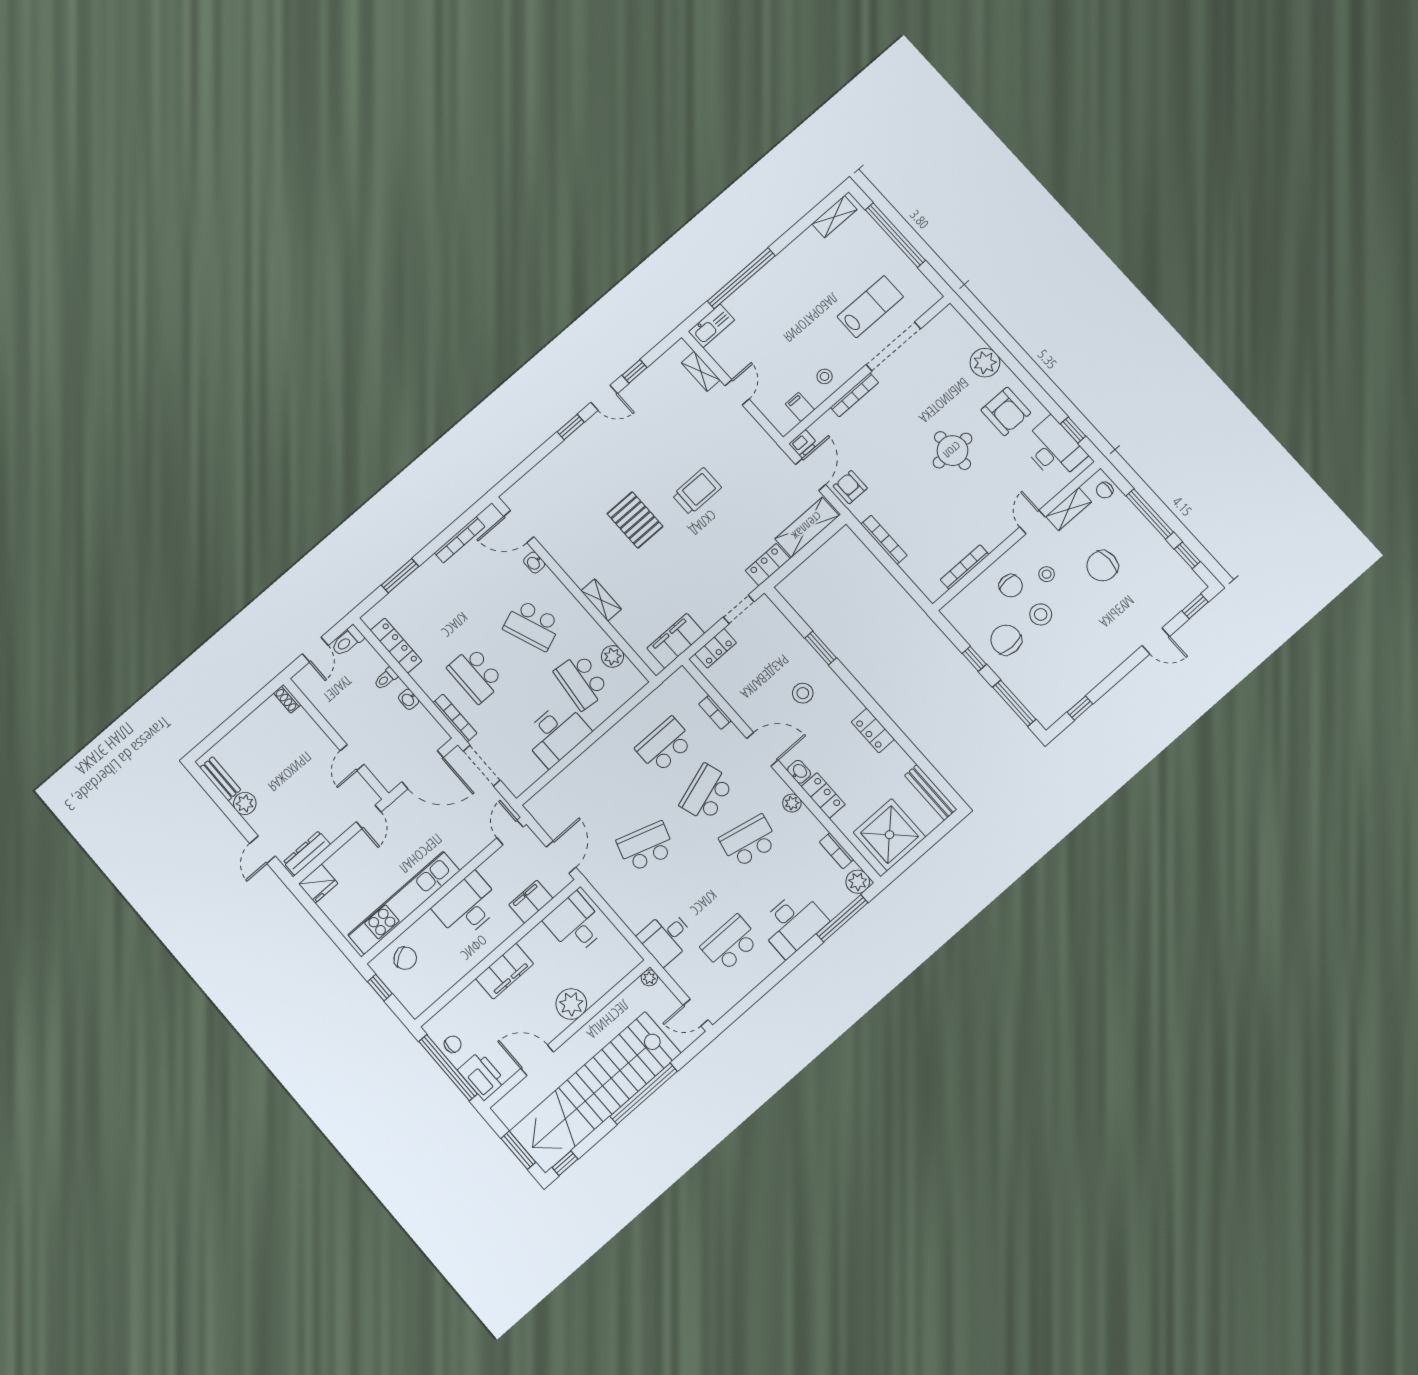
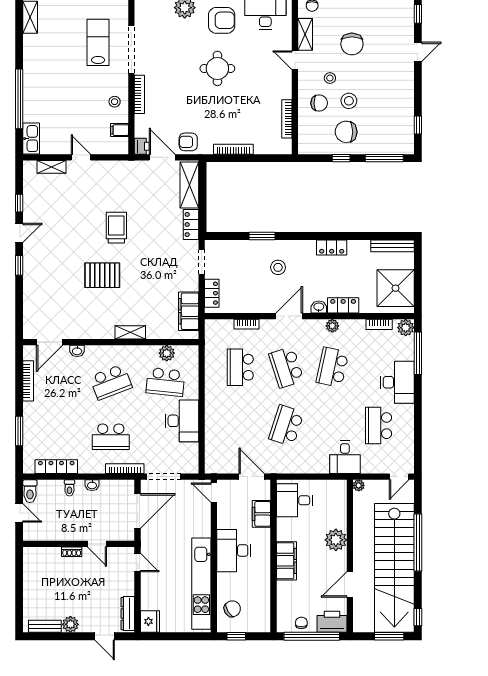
shoe rack: (287, 699) -> (72, 552), moved

